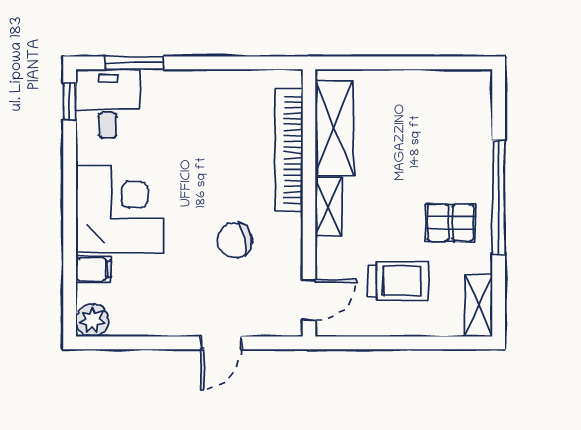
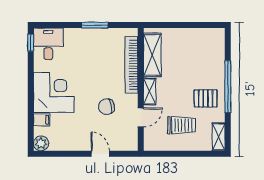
window: (134, 63) -> (95, 25), moved
door: (309, 300) -> (141, 117), moved
door: (221, 343) -> (100, 154), swing flipped

